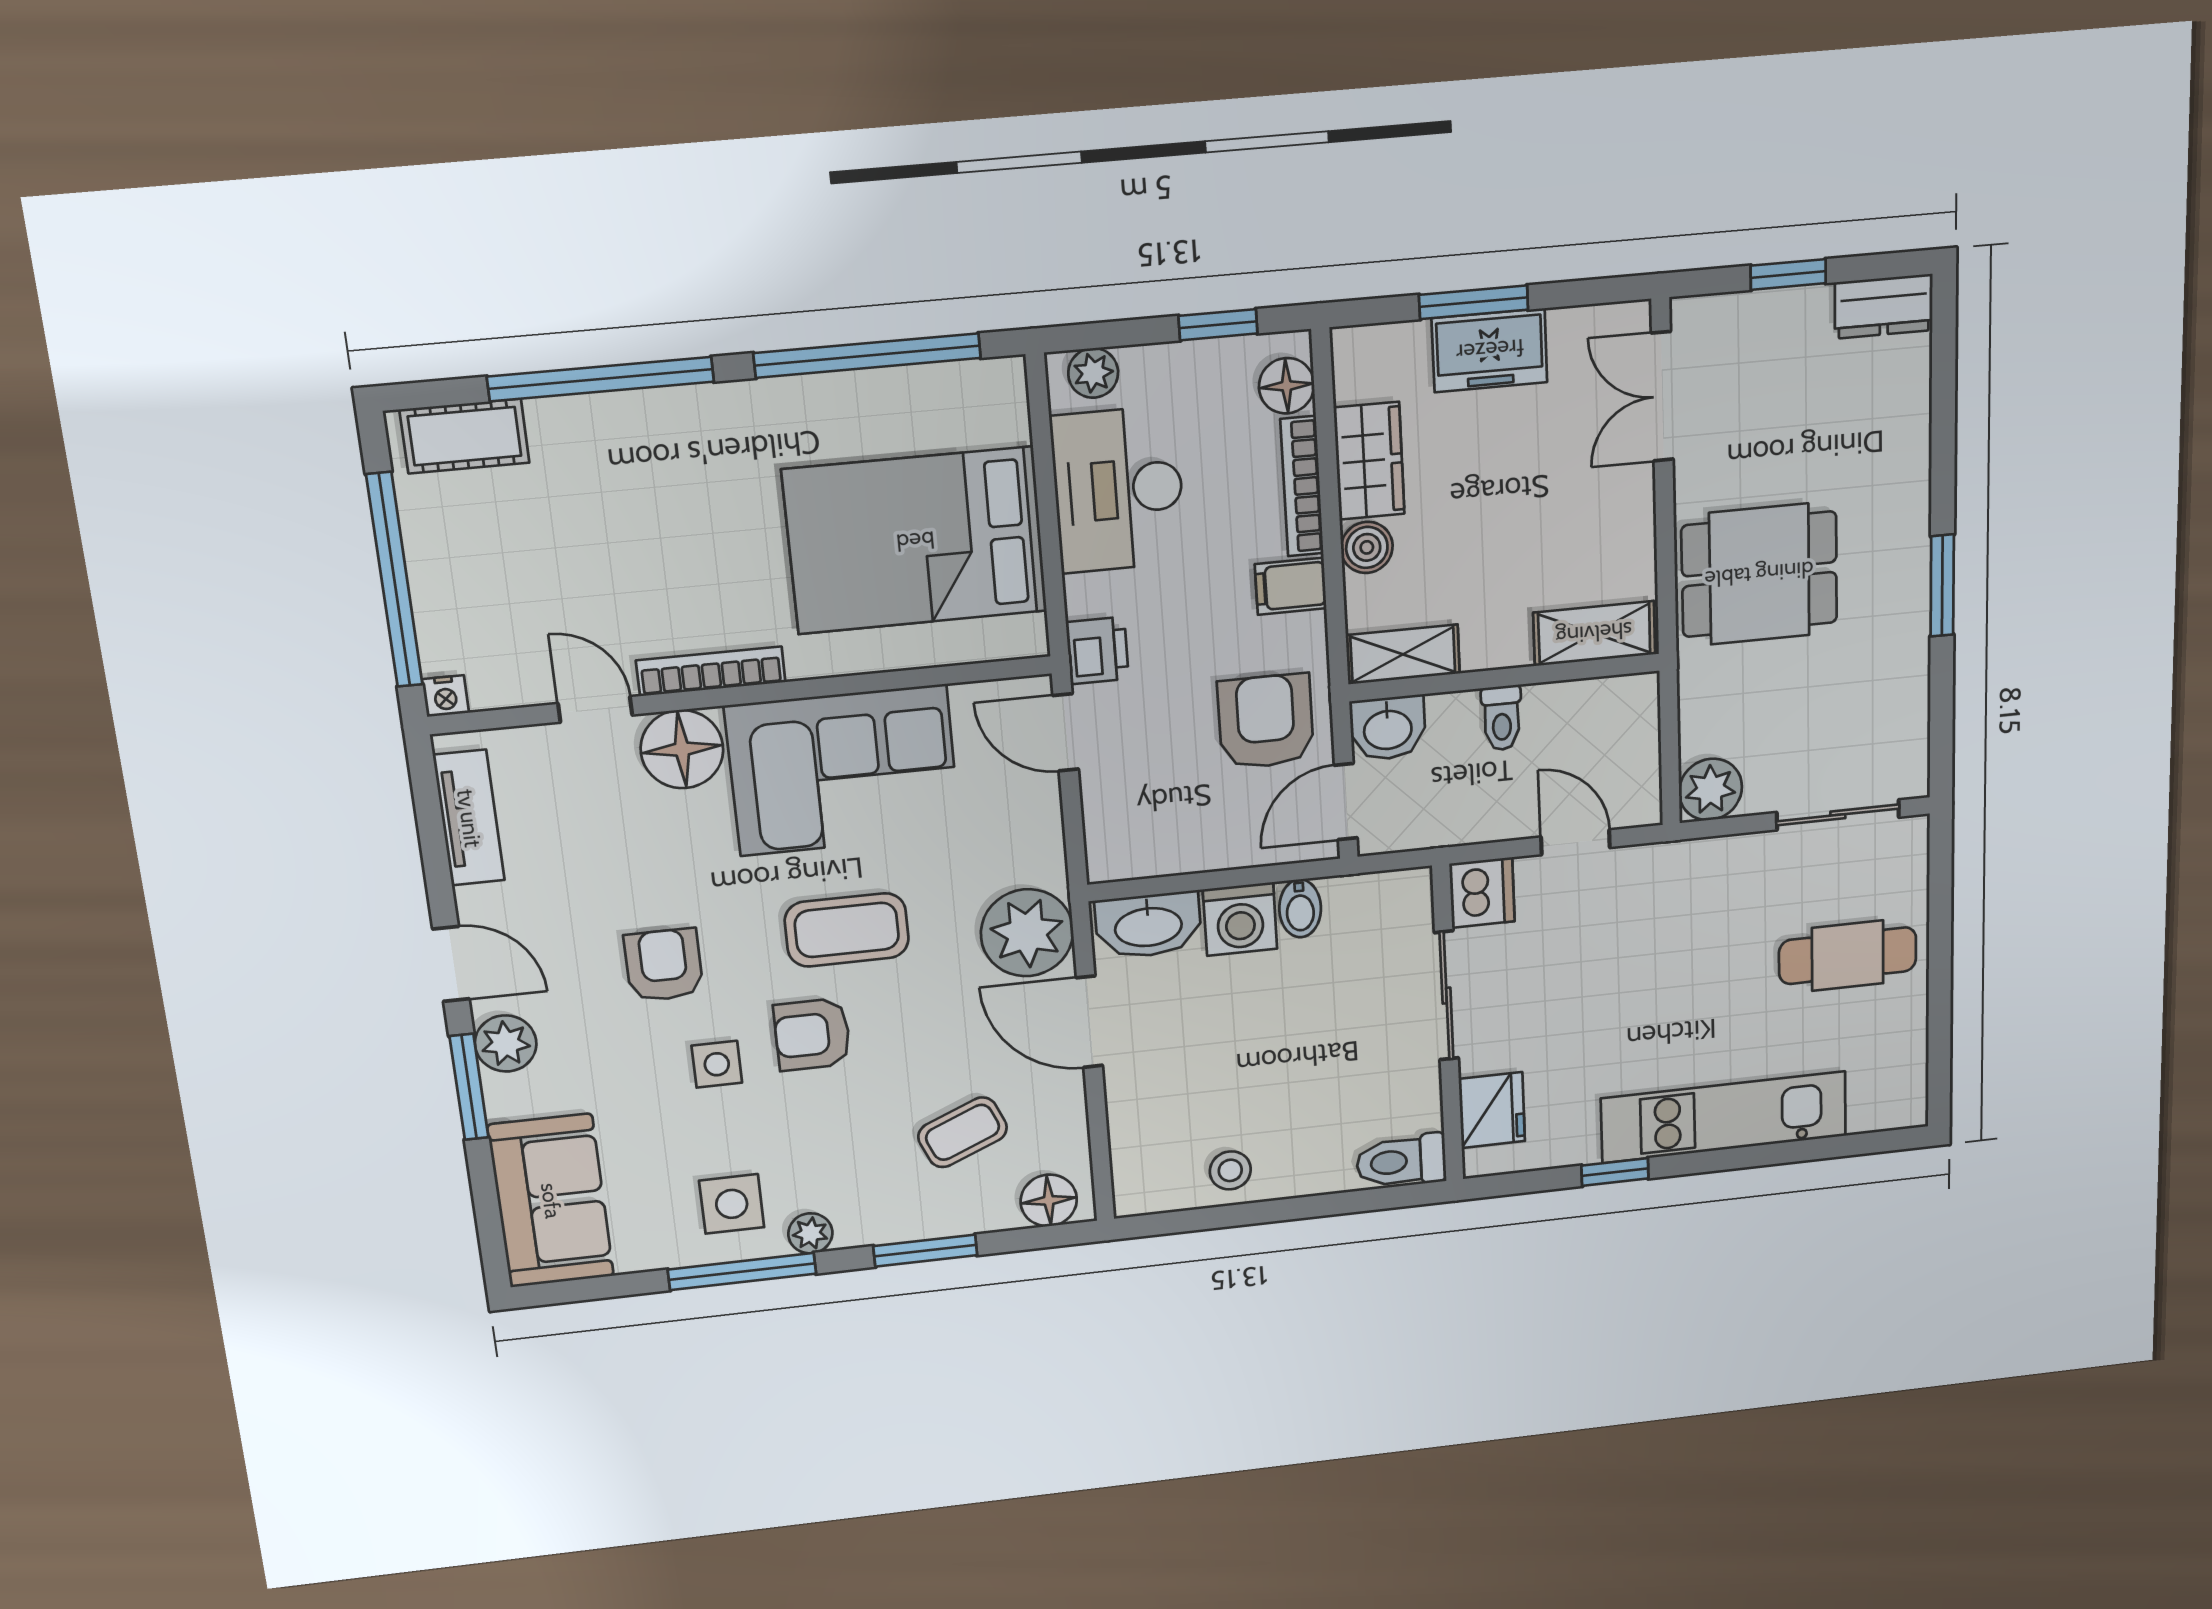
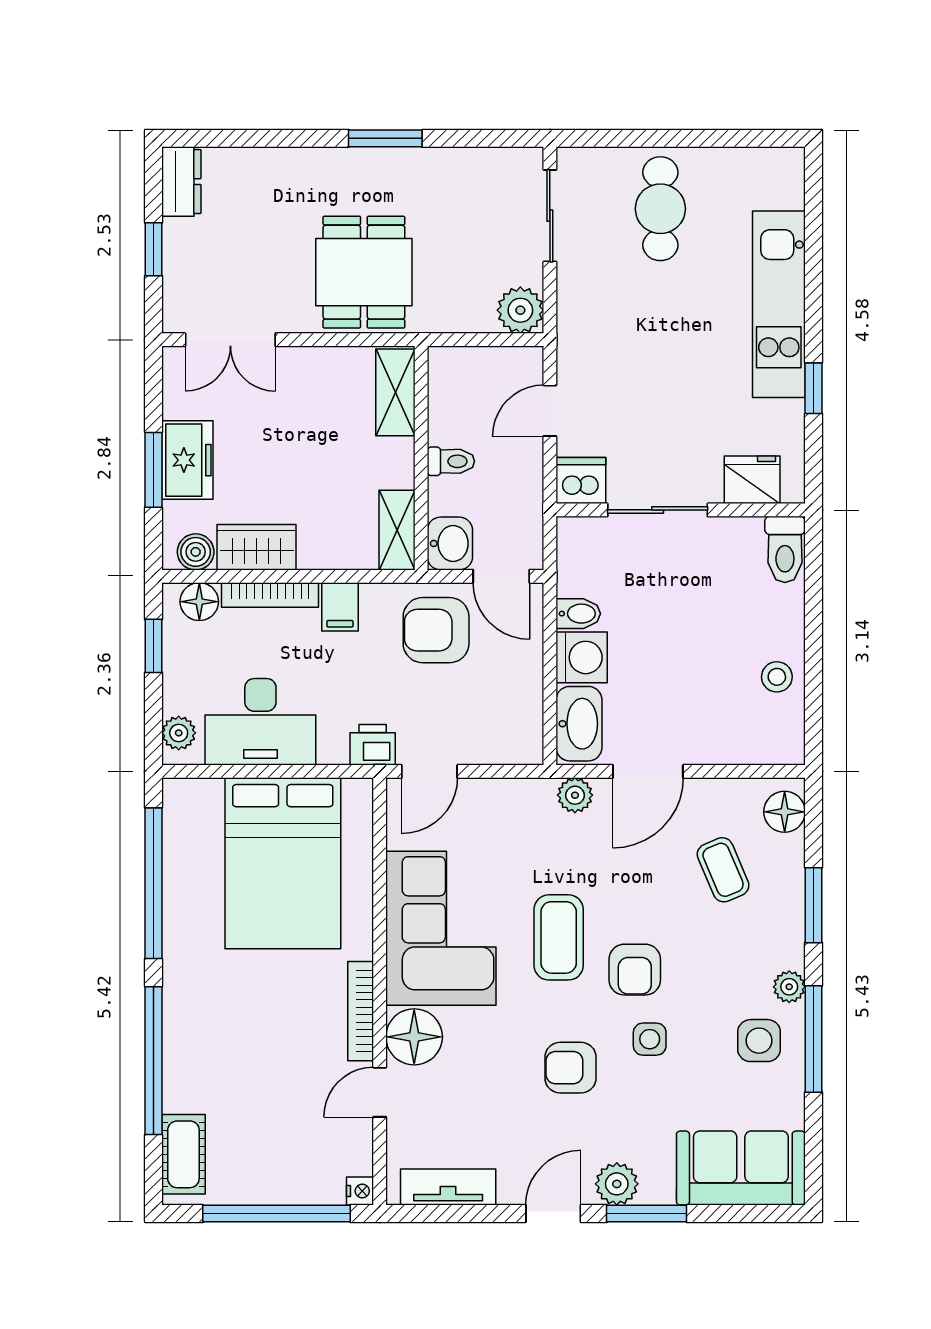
boiler: (1367, 547) -> (196, 552), moved
plant: (1027, 933) -> (575, 795), width x0.53, depth x0.53

